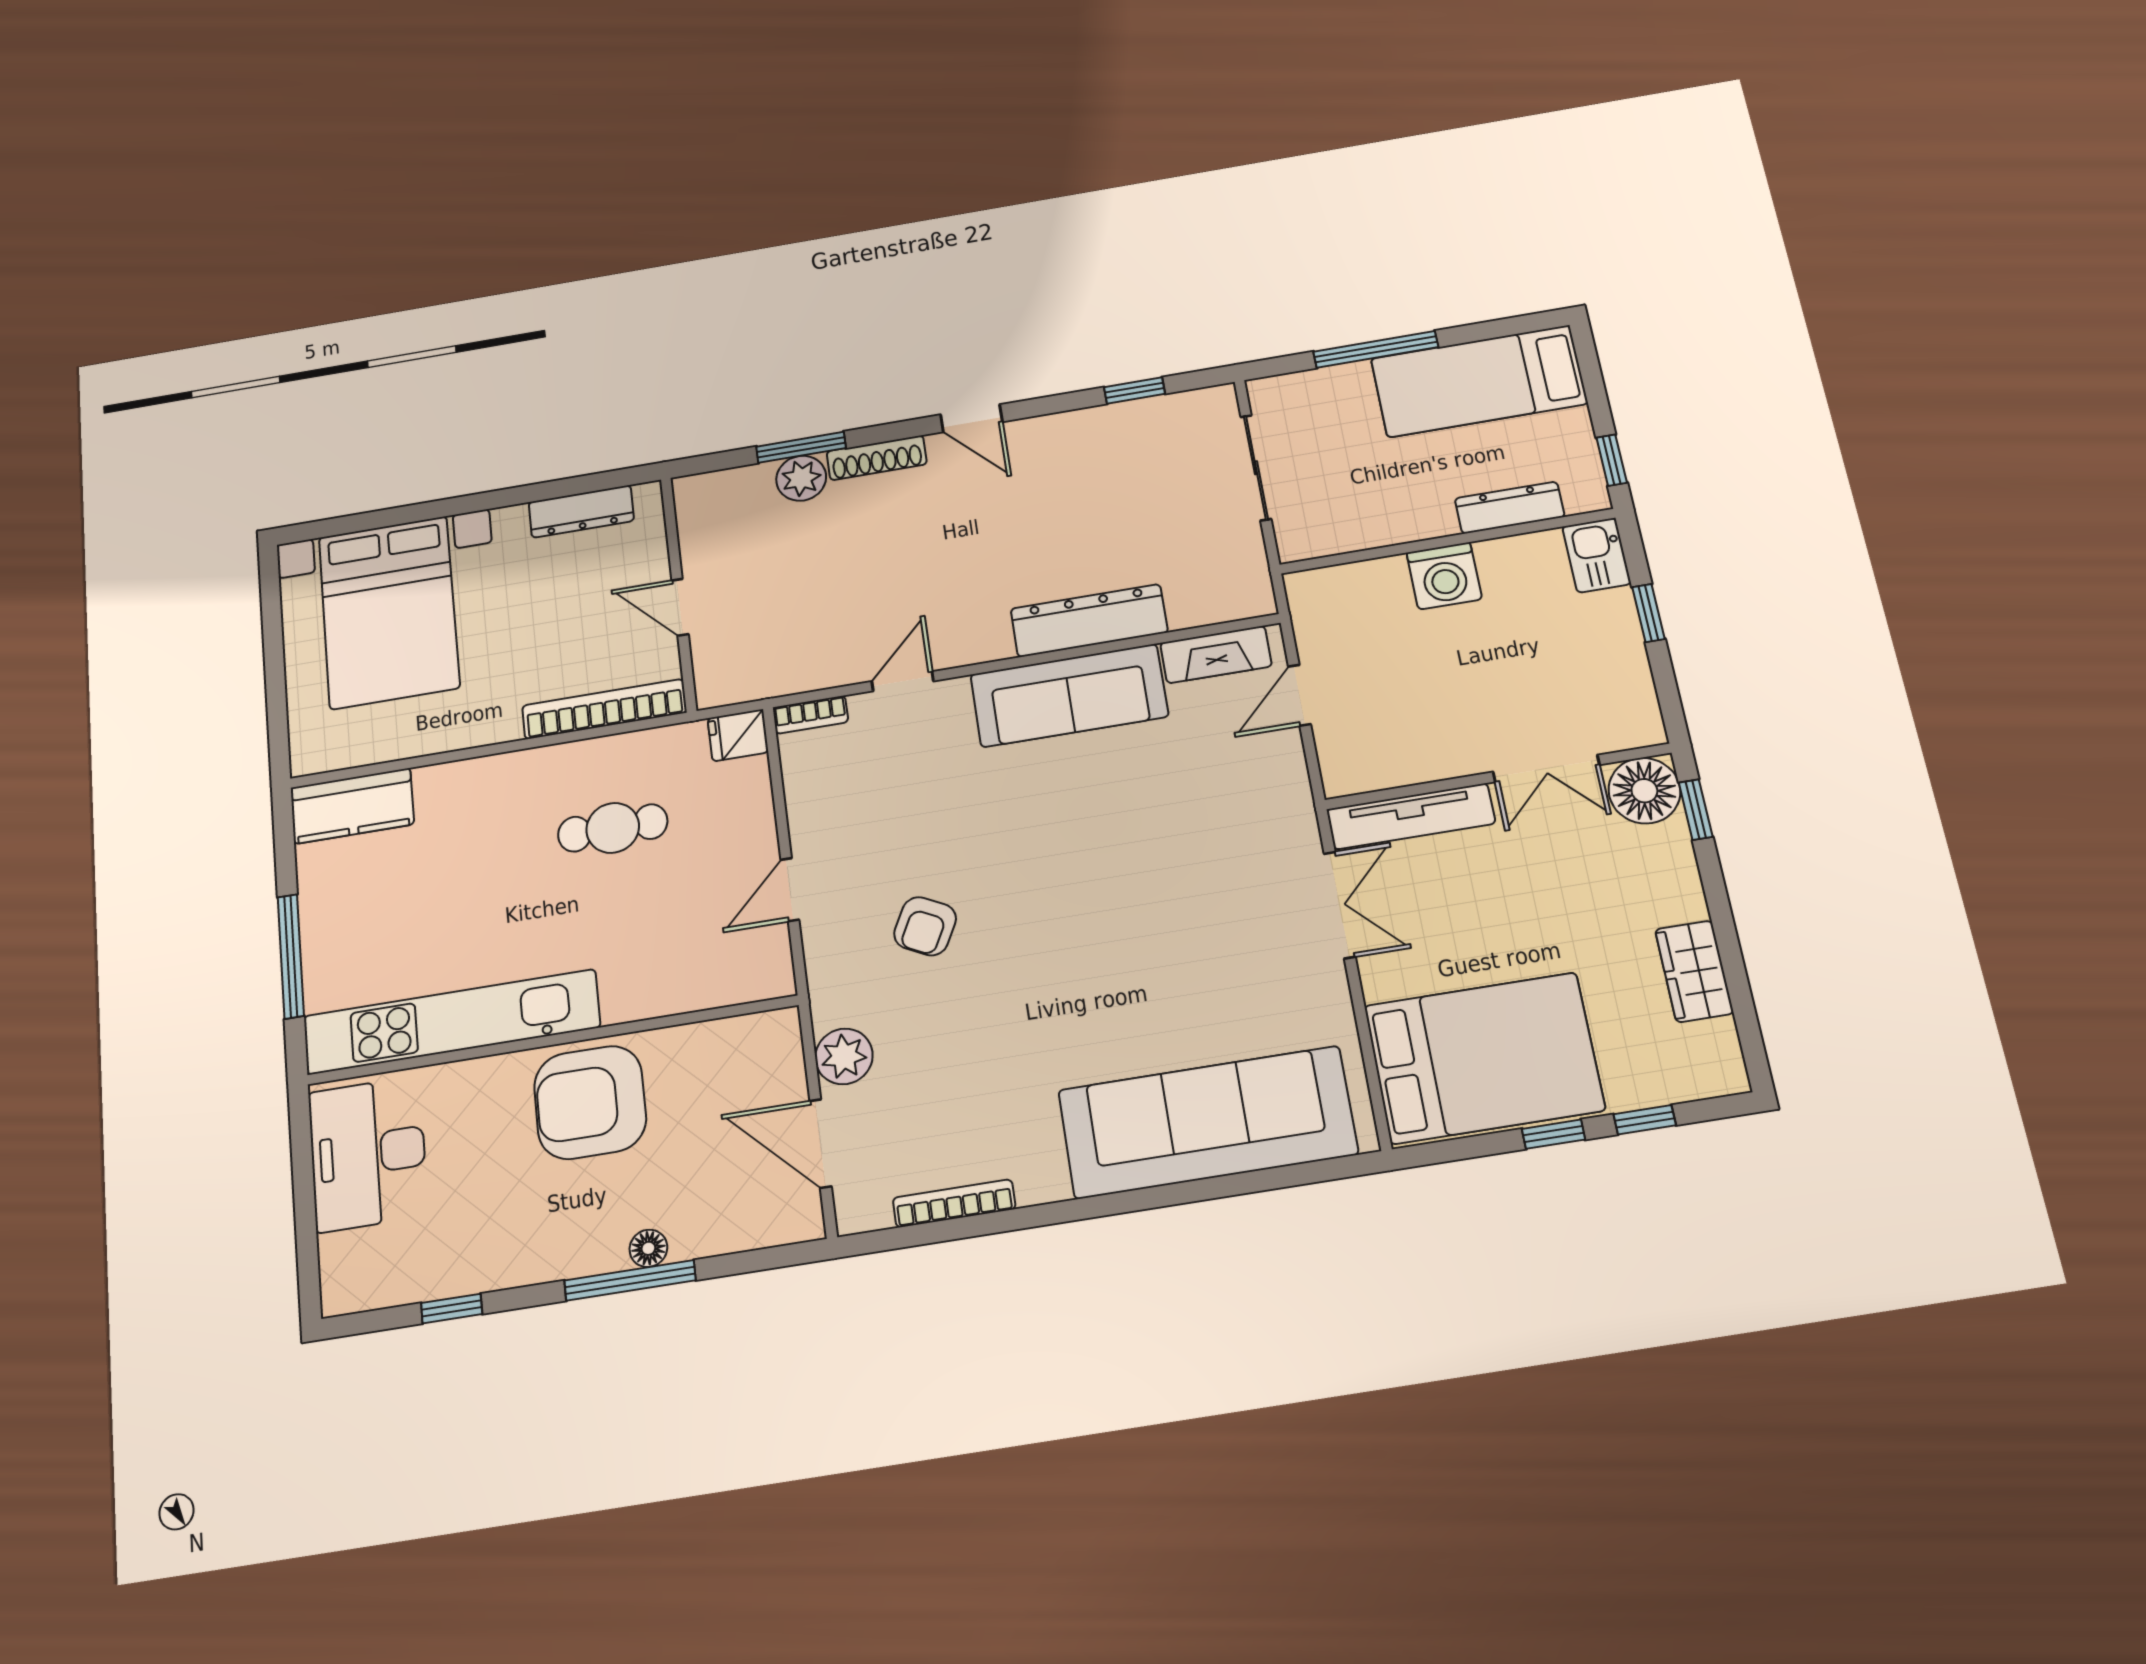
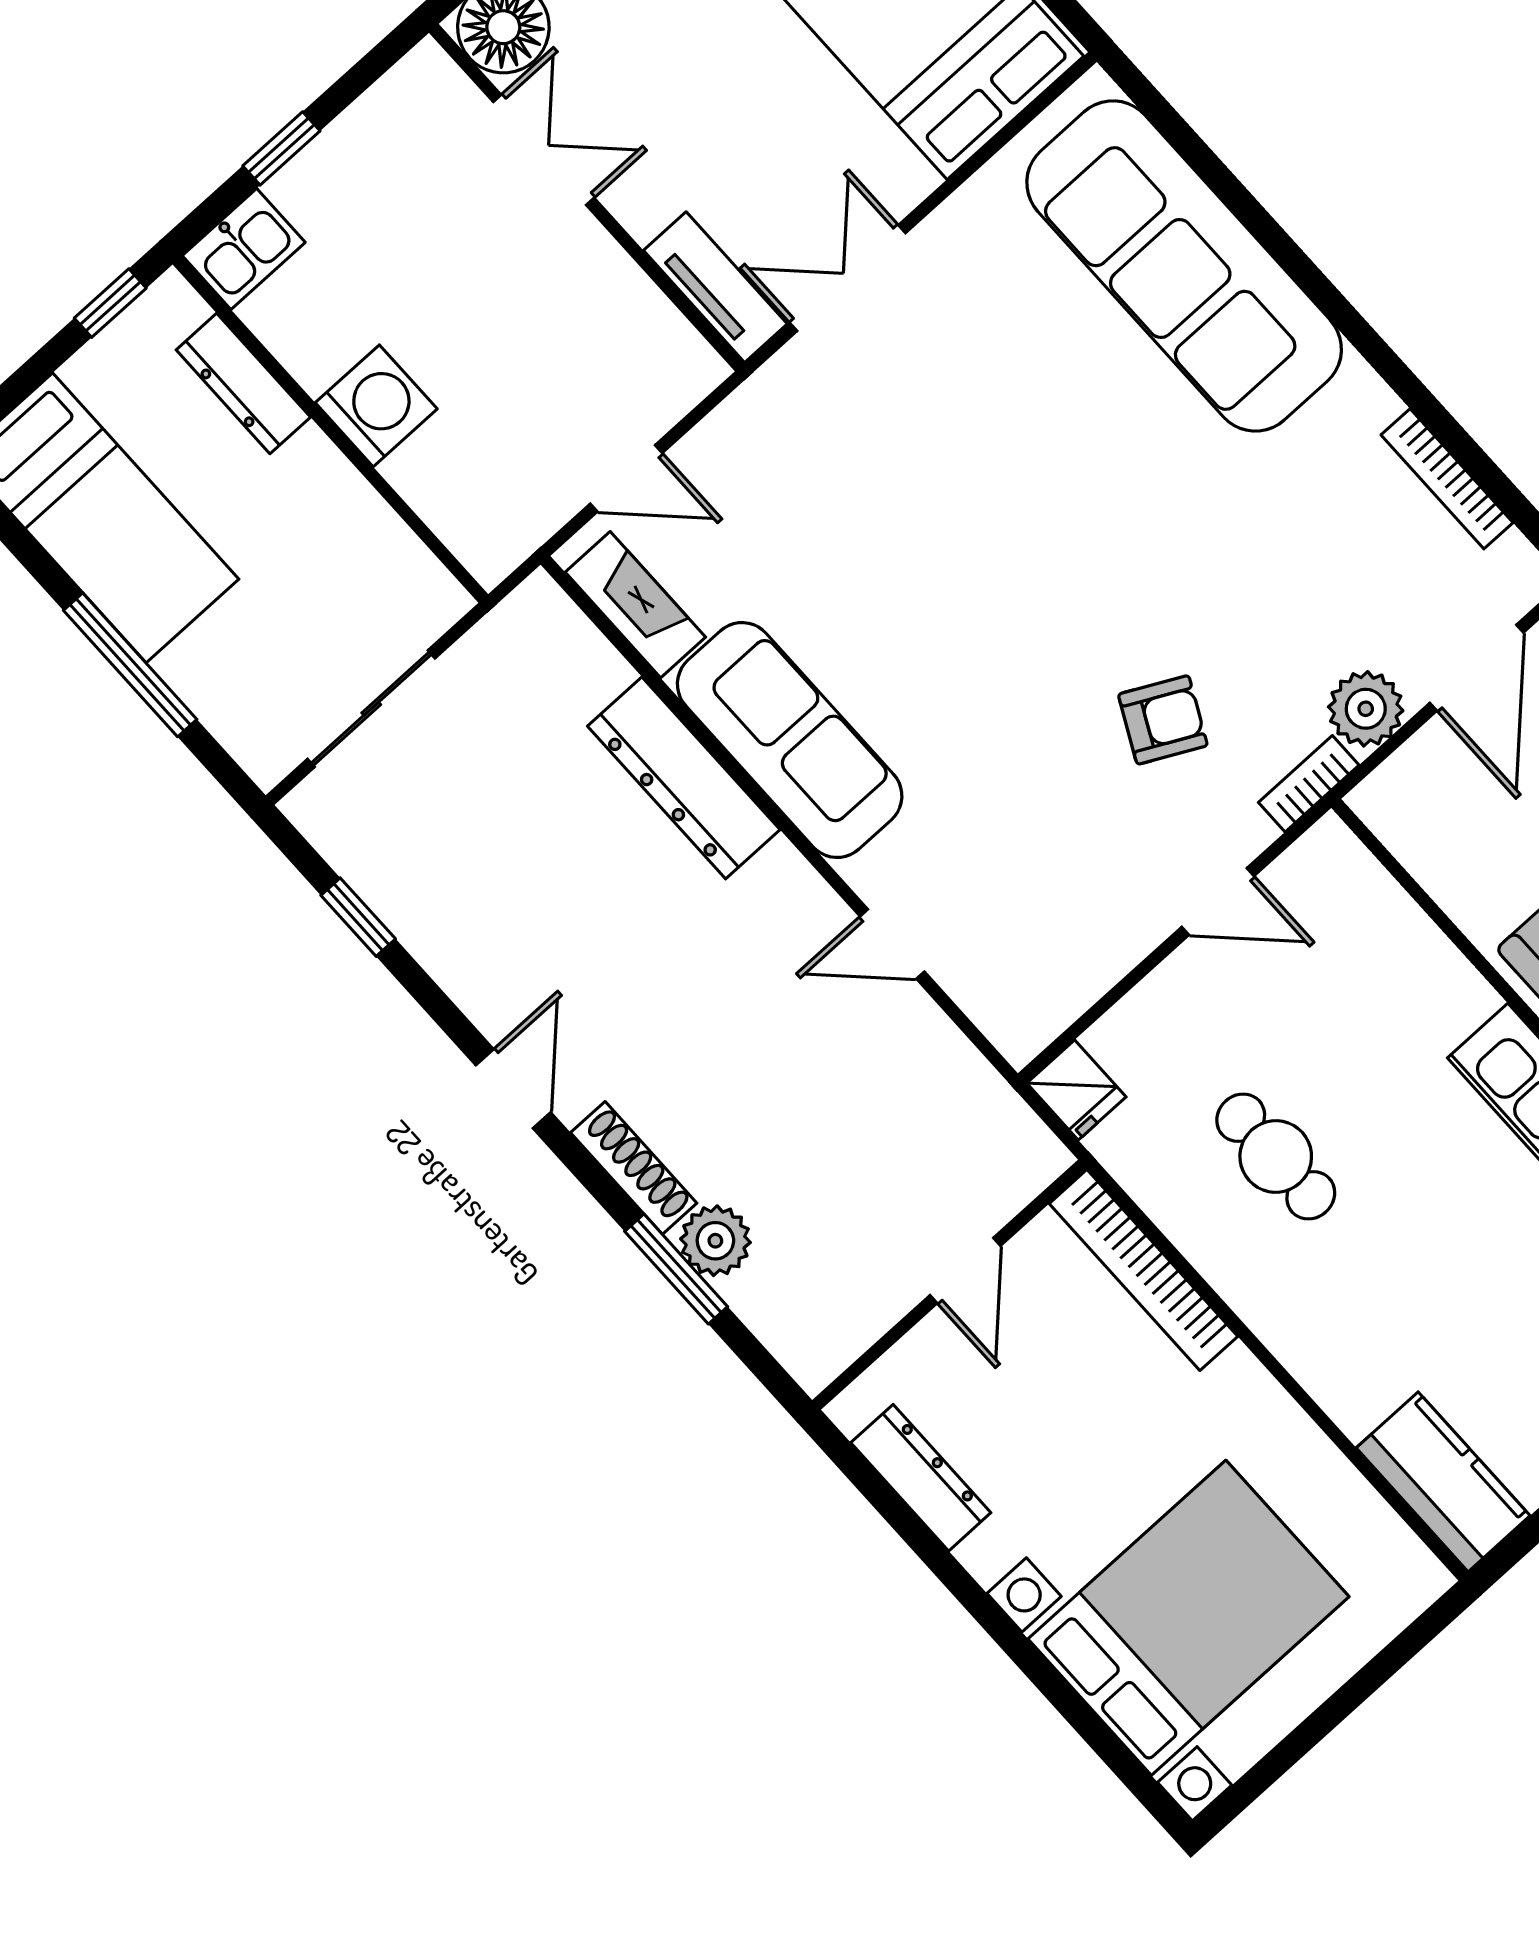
bookcase: (810, 715) -> (1309, 784), moved, turned -90
tv unit: (1411, 816) -> (715, 287), width x0.71

